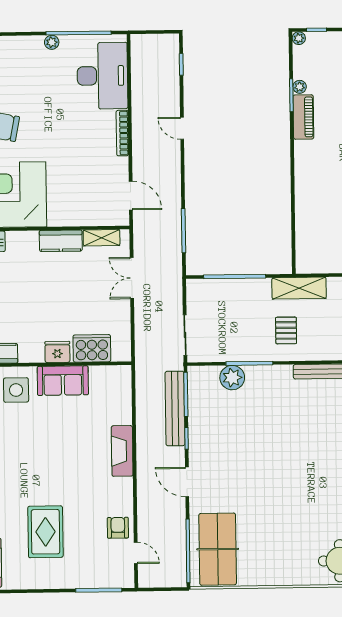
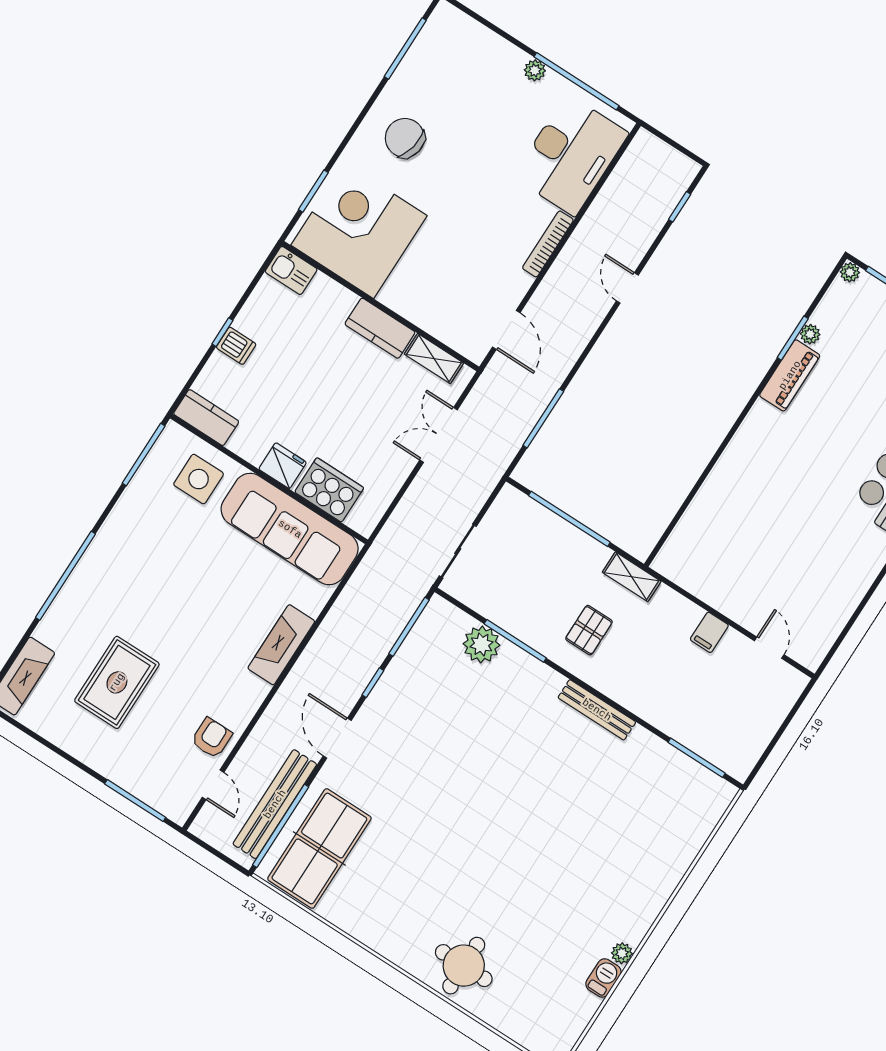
shelving: (299, 288) -> (632, 577), width x0.67, depth x0.75
sofa: (63, 381) -> (290, 529), width x1.85, depth x1.27
bench: (175, 408) -> (275, 804), moved

